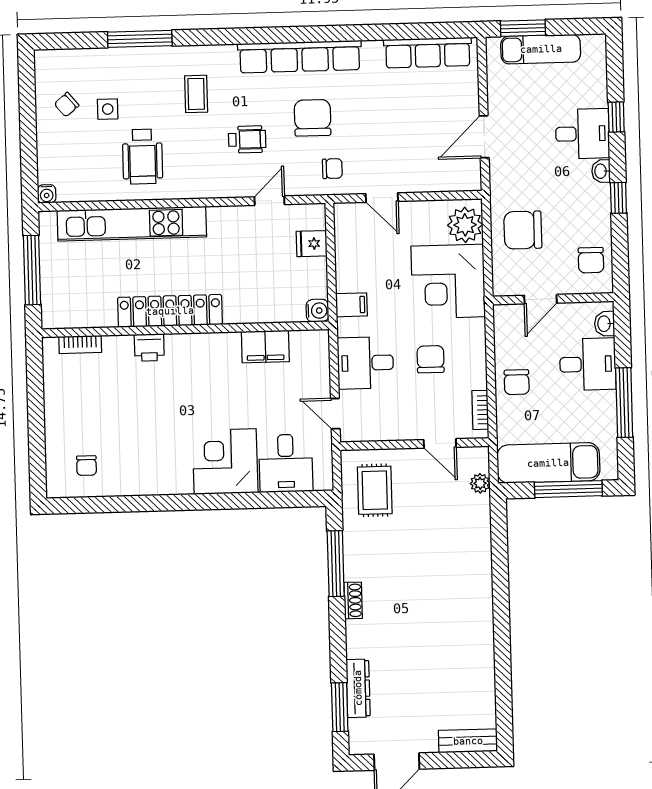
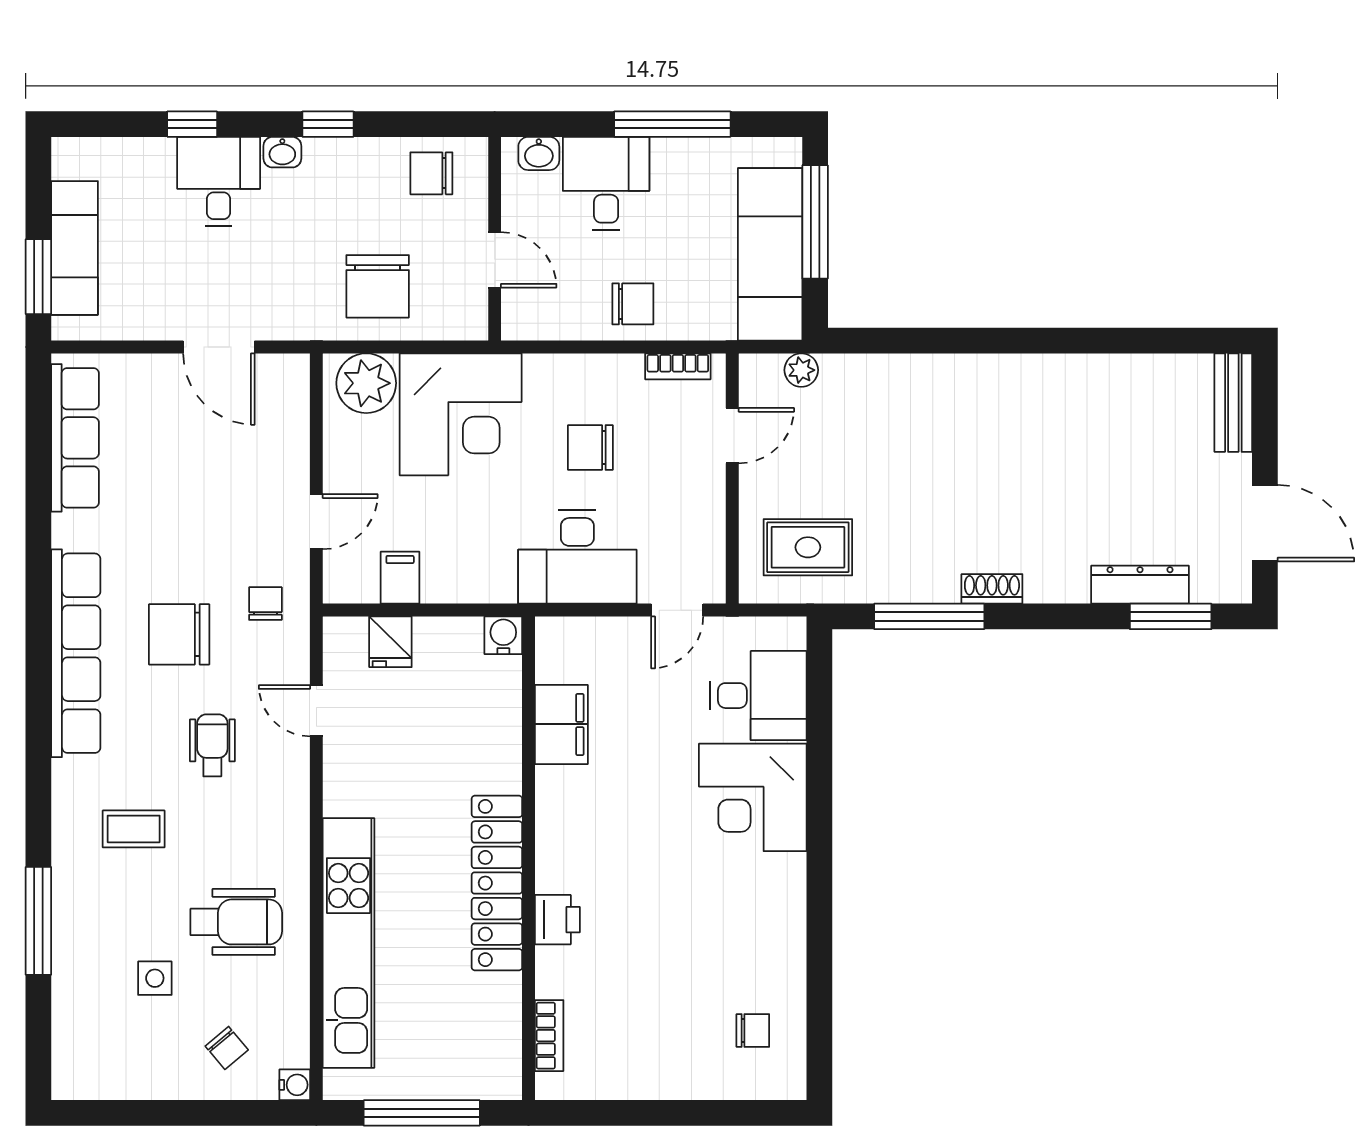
chair: (67, 105) -> (227, 1048), moved
chair: (591, 260) -> (431, 173), turned 180
filing cabinet: (352, 305) -> (400, 578), moved
desk: (365, 363) -> (577, 557), width x1.37

